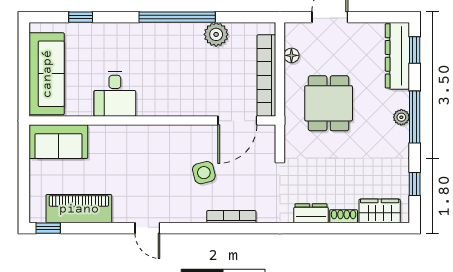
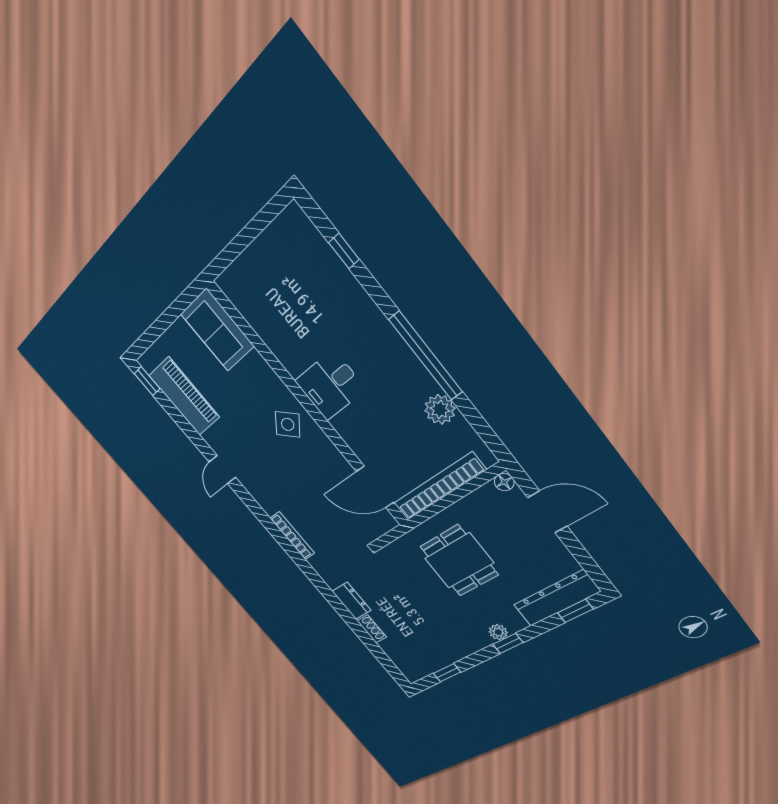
floor lamp: (291, 55) -> (504, 482), moved
sofa: (47, 74) -> (263, 264), removed
desk: (115, 94) -> (330, 385), moved
dining table: (329, 103) -> (459, 561), turned 90
window: (415, 117) -> (508, 643), width x0.46
side table: (204, 173) -> (288, 424), moved, turned -35
wardrobe: (380, 211) -> (401, 656), removed

